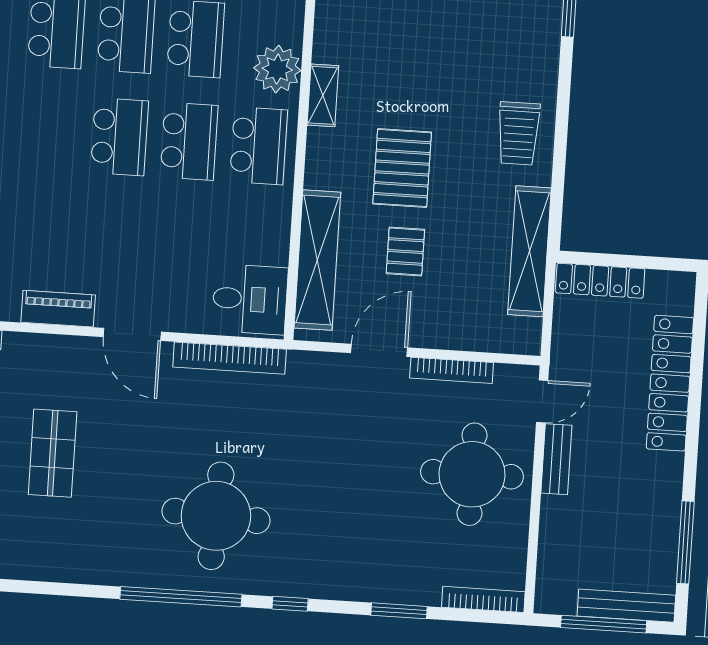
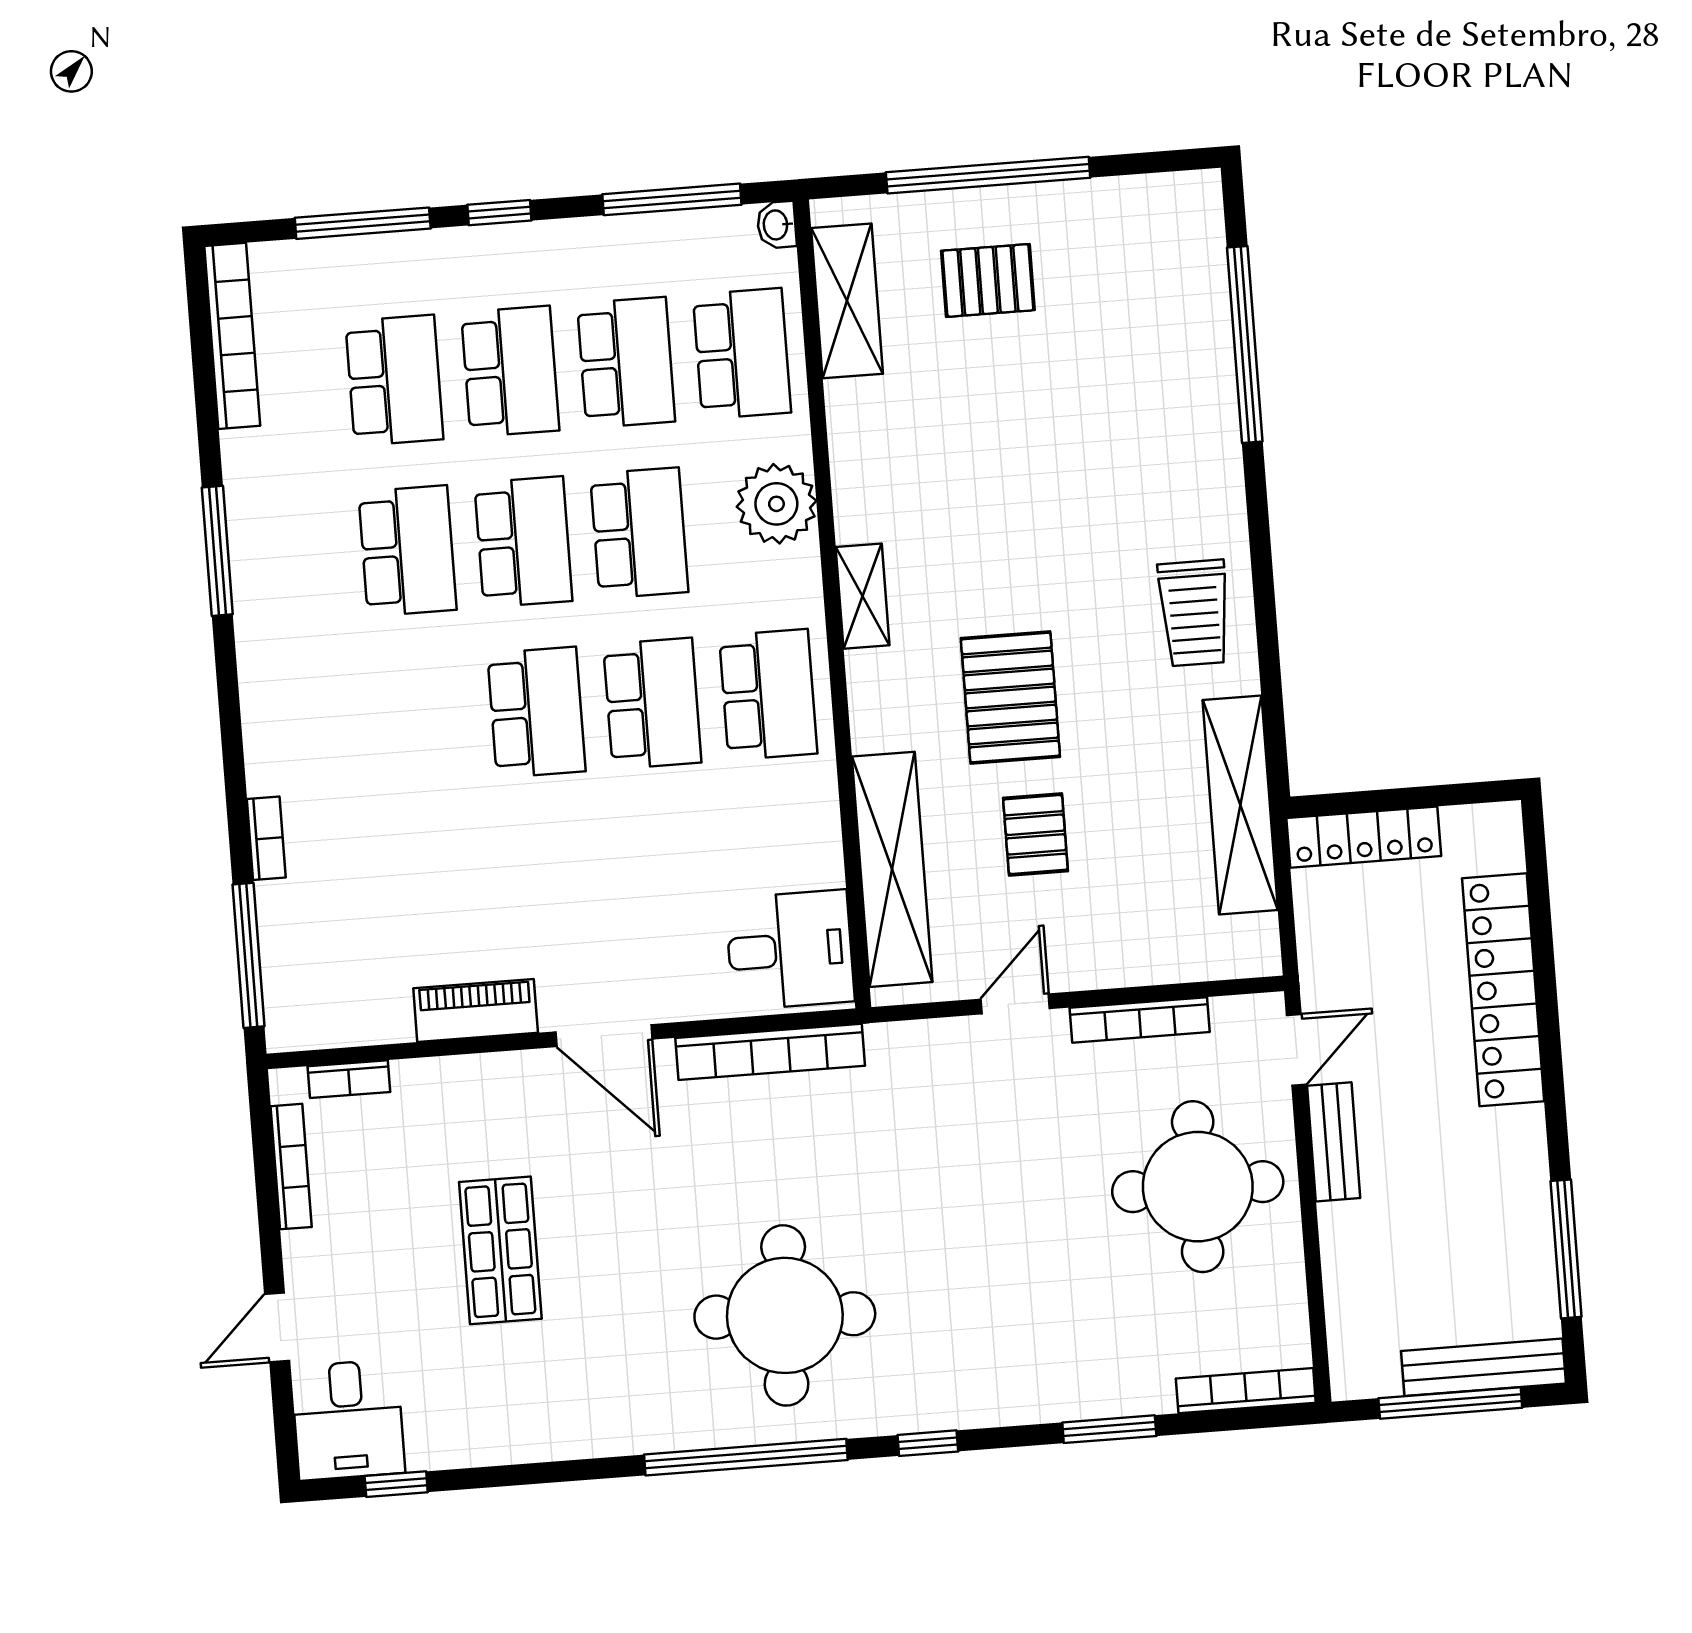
plant: (277, 69) -> (776, 504), moved
door: (379, 350) -> (1015, 1004), width x0.73

